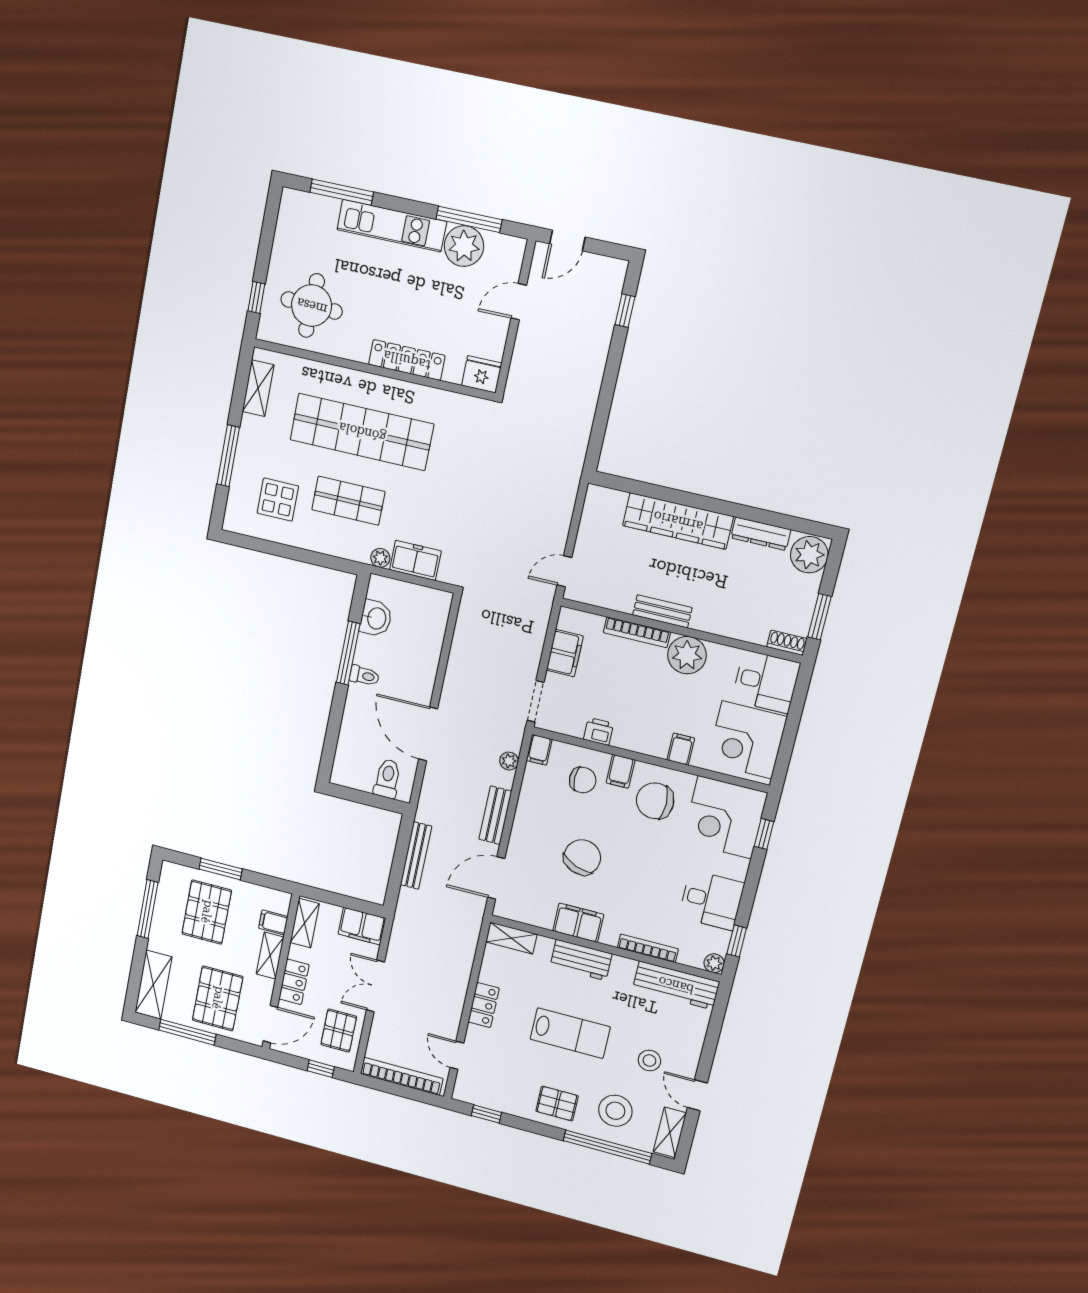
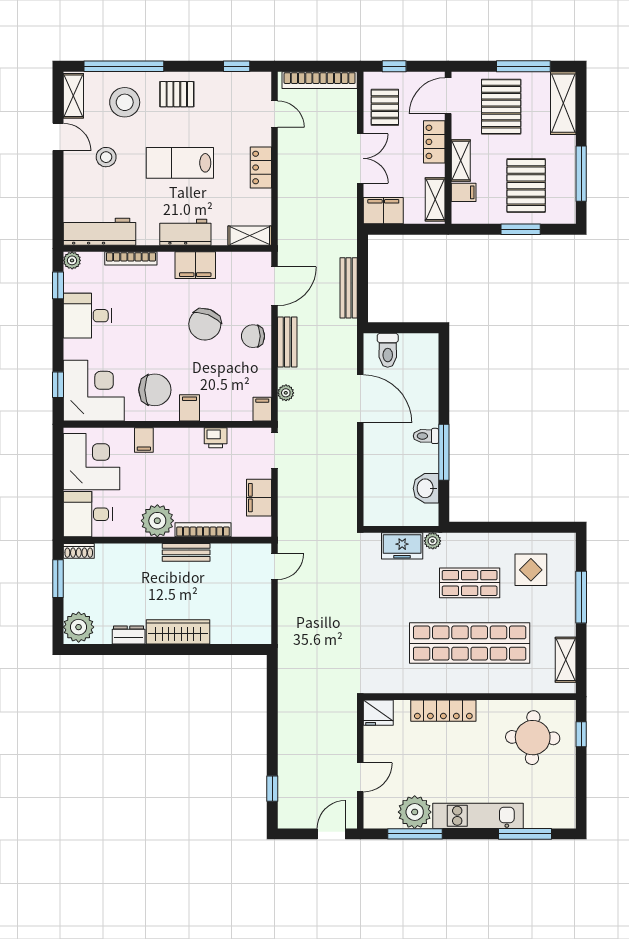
wardrobe: (678, 521) -> (178, 632), width x0.71, depth x0.85
dresser: (761, 534) -> (129, 635), width x0.70
chair: (583, 780) -> (253, 336), moved

